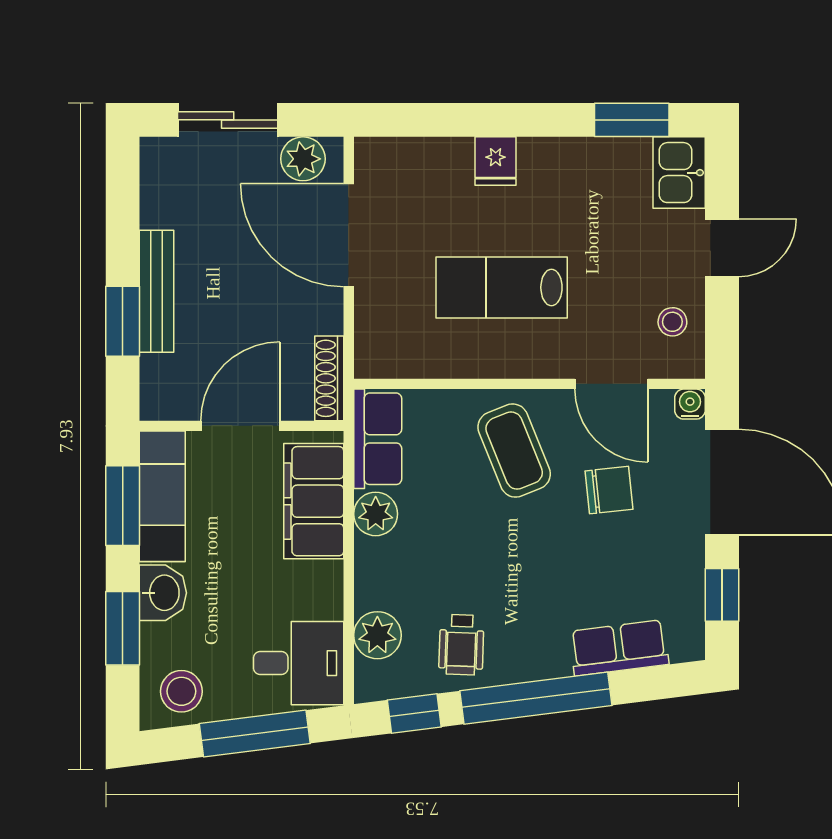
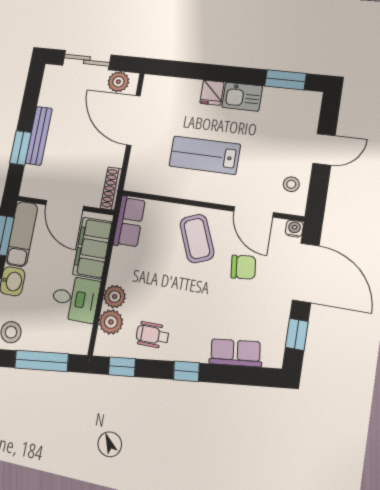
kitchen sink: (679, 173) -> (242, 97), moved, turned -90
door: (240, 426) -> (65, 205), swing flipped
plant: (376, 514) -> (115, 297), moved
wheelchair: (461, 645) -> (152, 335), turned 88
desk: (299, 663) -> (75, 299), moved
window: (536, 698) -> (186, 371), width x0.32

